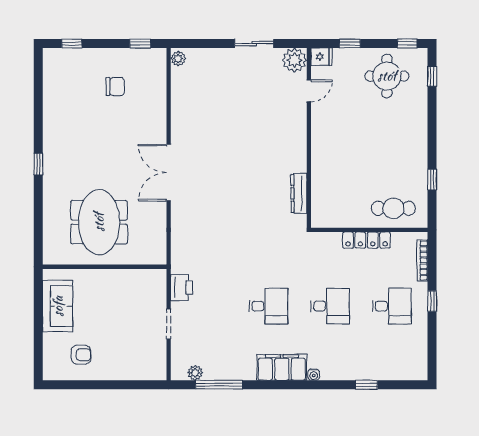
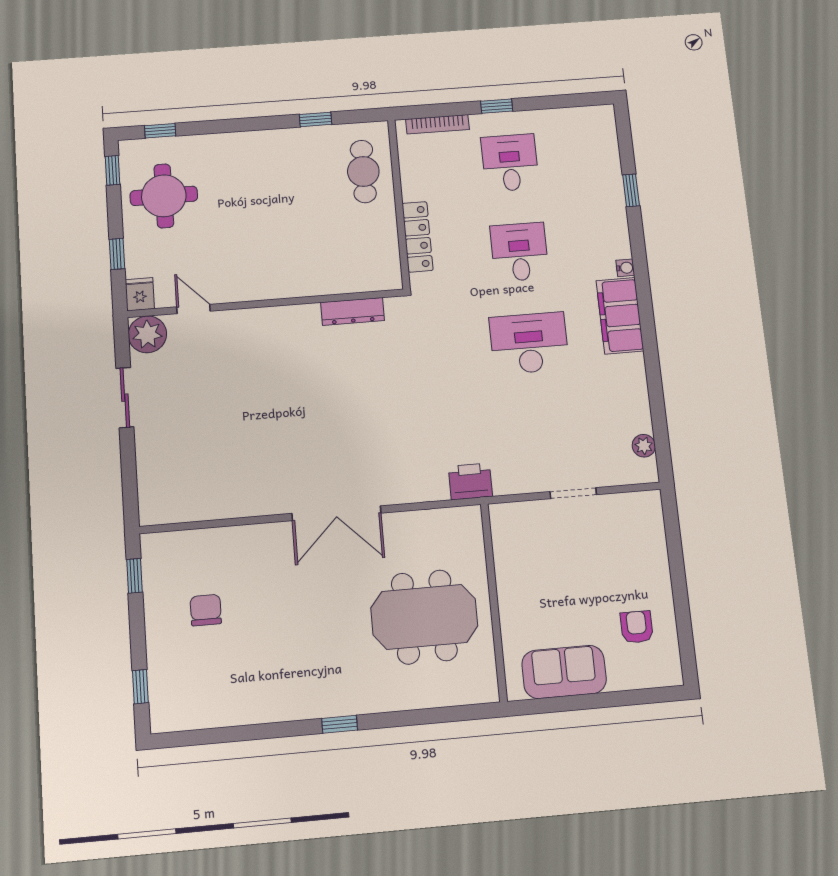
plant: (178, 59) -> (155, 514), removed
locker: (367, 240) -> (417, 237), moved
printer: (182, 288) -> (470, 481), moved
desk: (268, 306) -> (529, 343), width x1.37
window: (219, 385) -> (658, 408), removed

